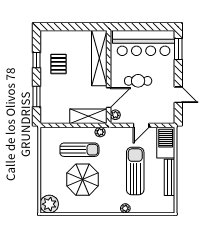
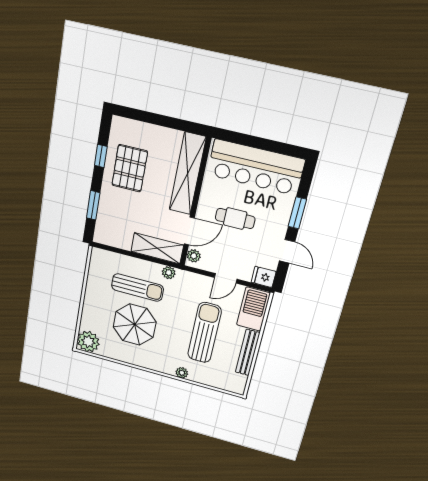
window: (178, 49) -> (297, 213), moved
pallet: (58, 64) -> (130, 168), width x1.50, depth x1.42
fridge: (167, 117) -> (264, 277), added

